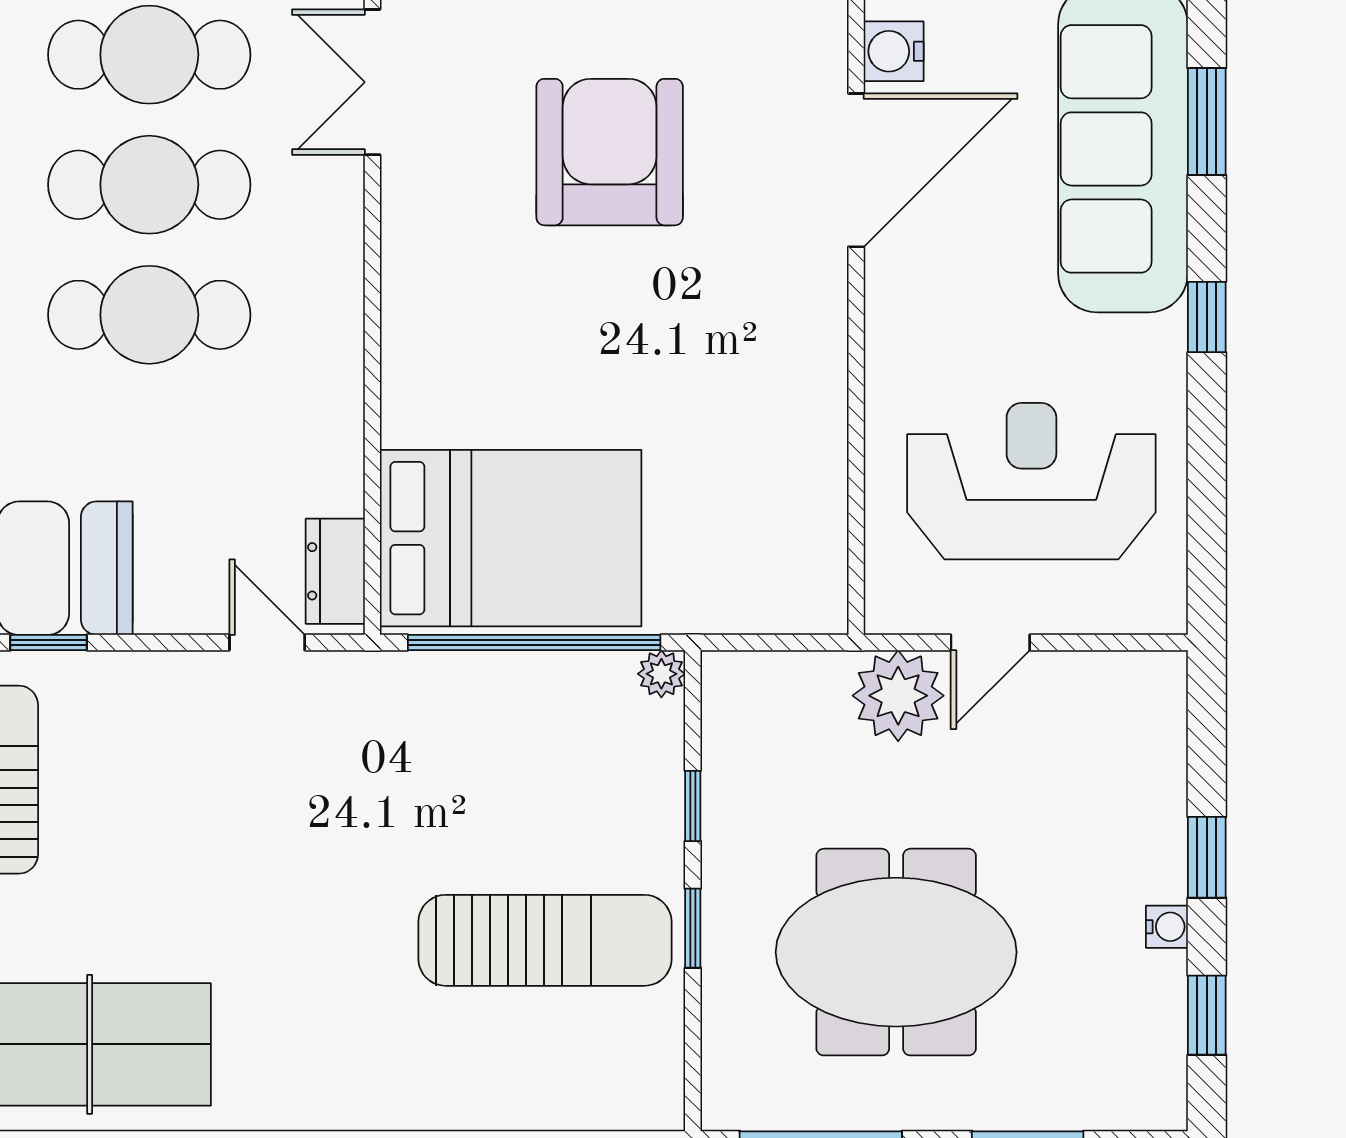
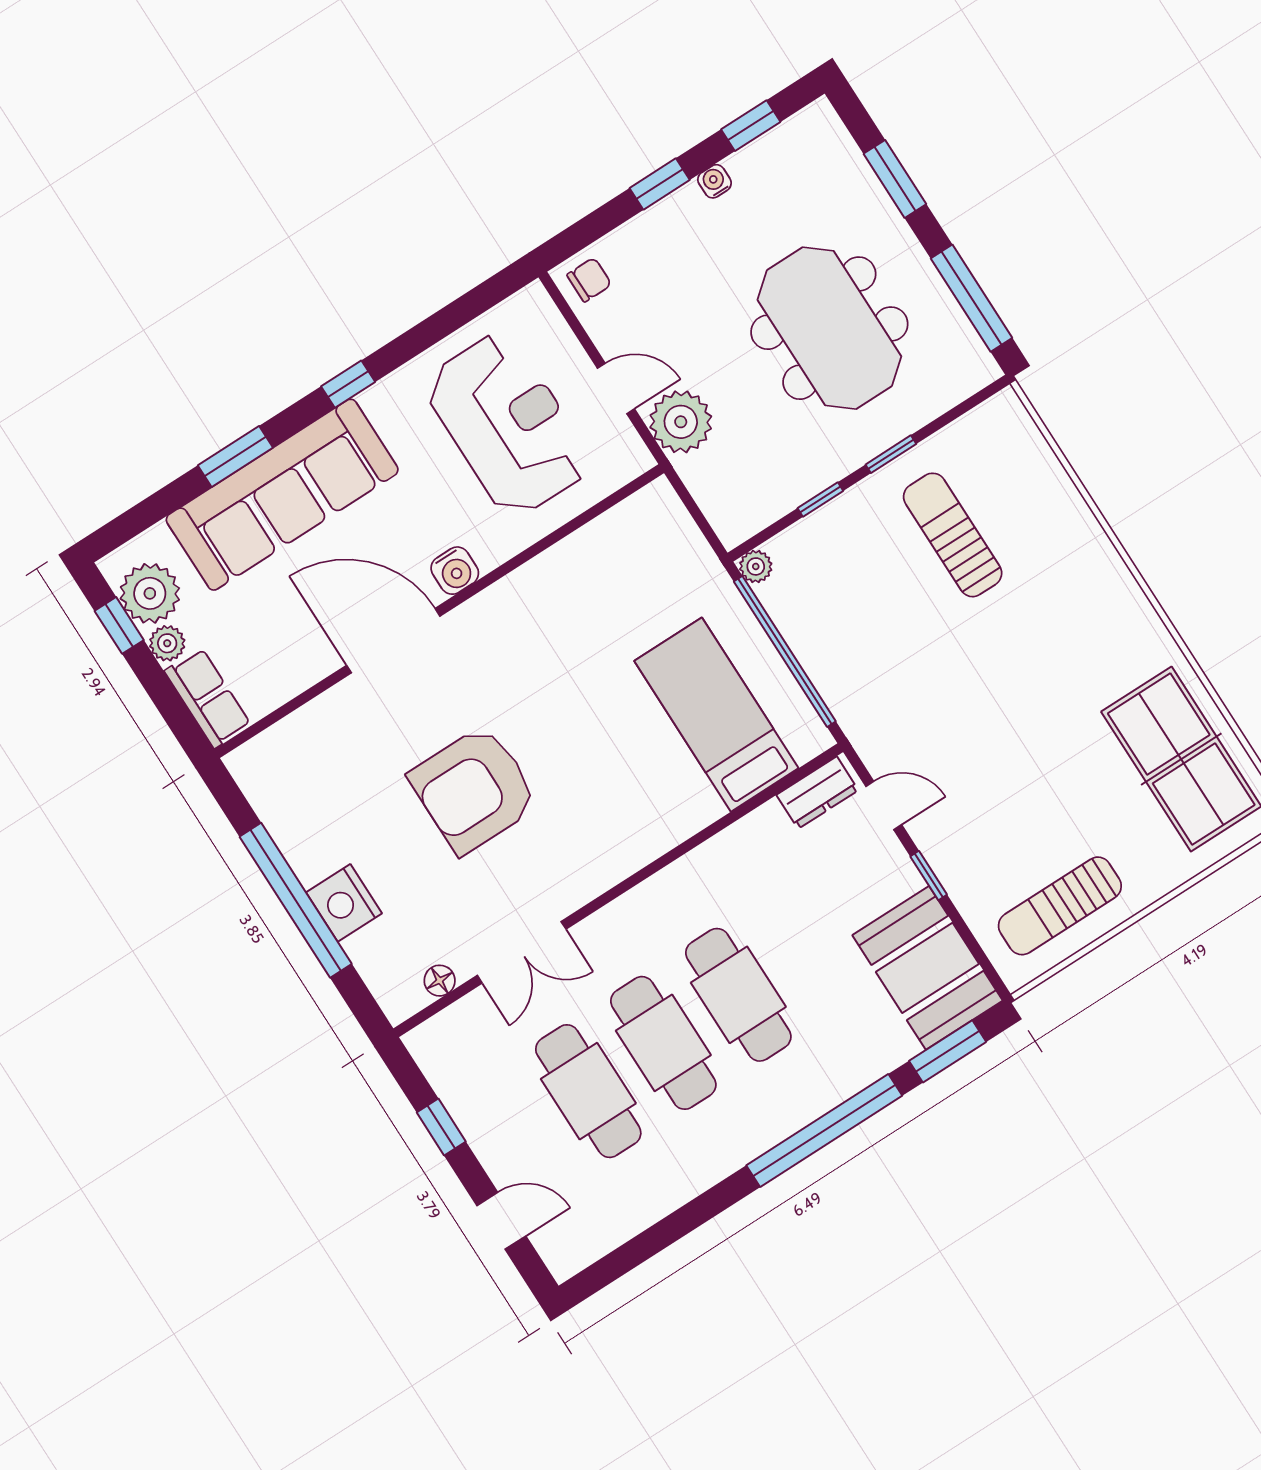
water cooler: (894, 51) -> (455, 571), moved
reception desk: (1031, 481) -> (508, 424), turned 180
bed: (511, 538) -> (716, 715), width x0.67
window: (49, 642) -> (929, 875), moved
door: (267, 642) -> (884, 806), swing flipped
chair: (1145, 695) -> (589, 280), added
sun lounger: (545, 940) -> (953, 535), width x0.73, depth x0.75

